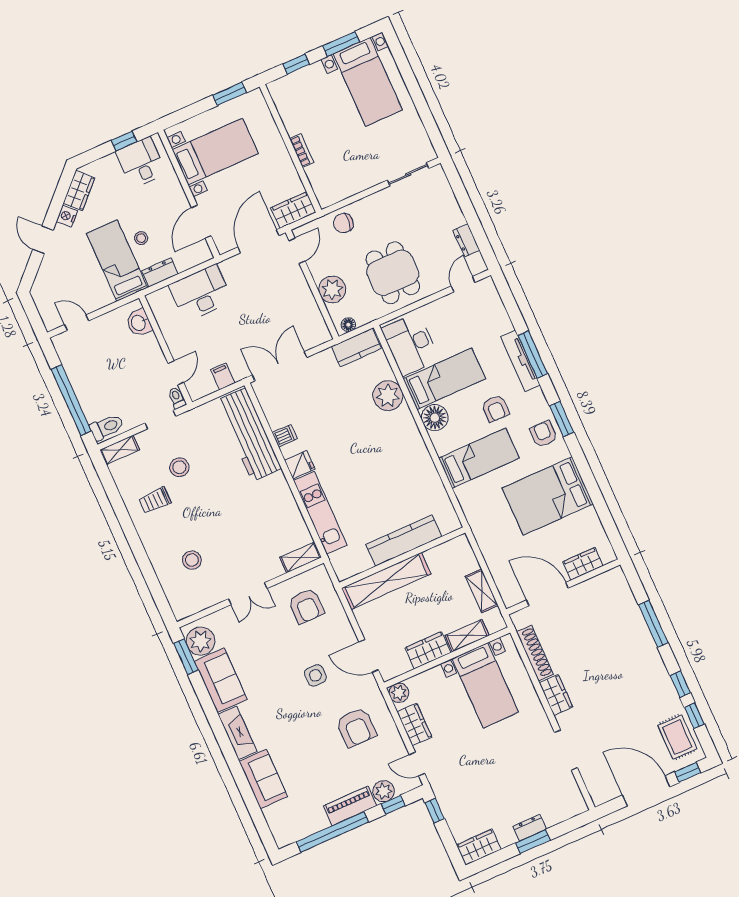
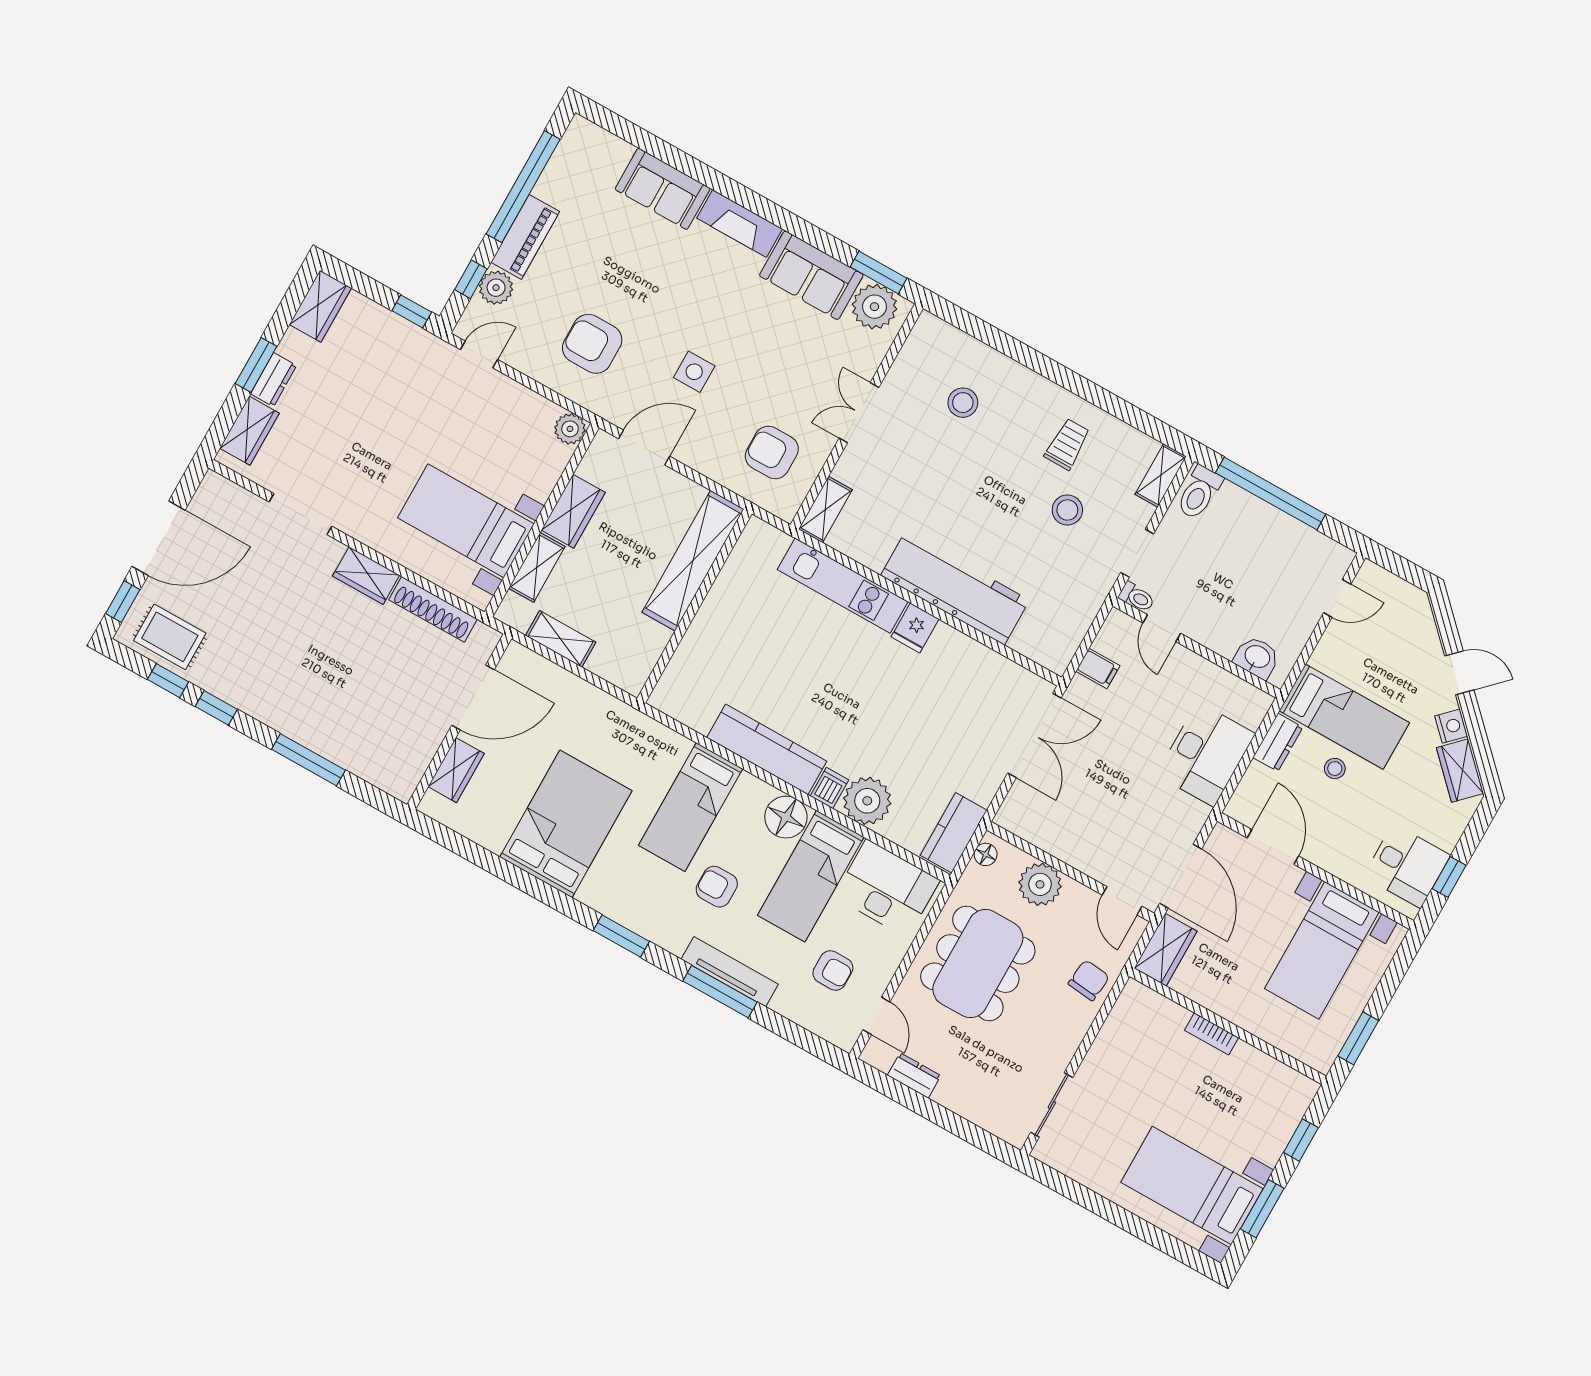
dining table: (393, 273) -> (978, 964), width x1.38
armchair: (544, 434) -> (833, 970), moved
workbench: (249, 435) -> (955, 588), moved
dishwasher: (285, 436) -> (829, 788), moved, turned 180
kitchen counter: (404, 541) -> (767, 749), moved, turned -90
wardrobe: (414, 724) -> (249, 431), moved, turned -90

